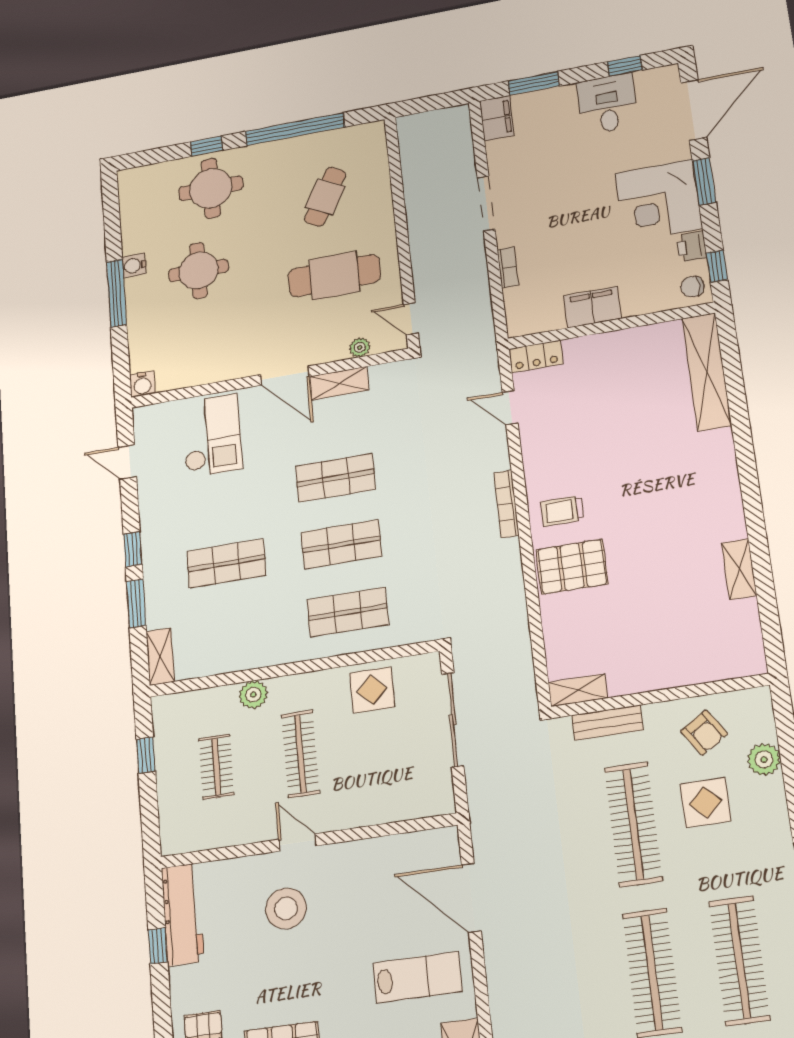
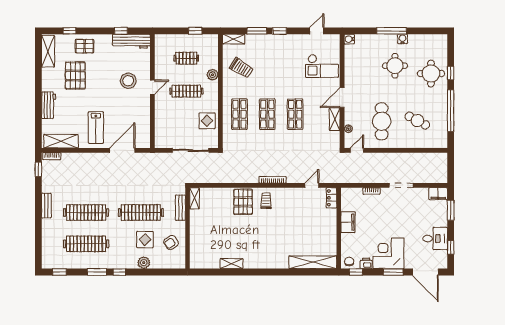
shop shelf: (226, 563) -> (267, 68), removed
trolley: (231, 626) -> (241, 68), added
plant: (764, 759) -> (144, 263), moved

